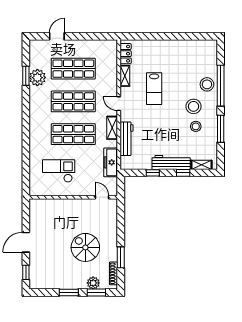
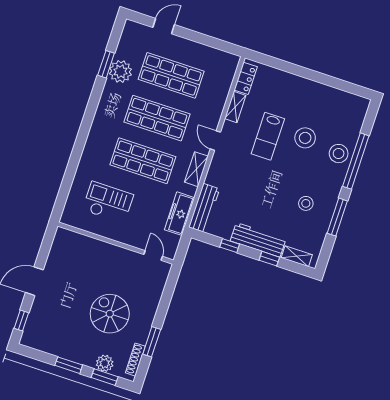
stool: (194, 106) -> (305, 138), moved
workbench: (126, 139) -> (204, 208), moved

